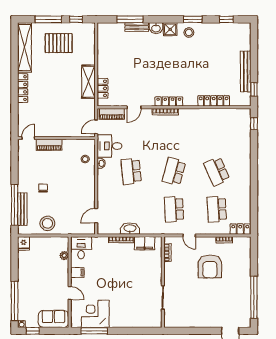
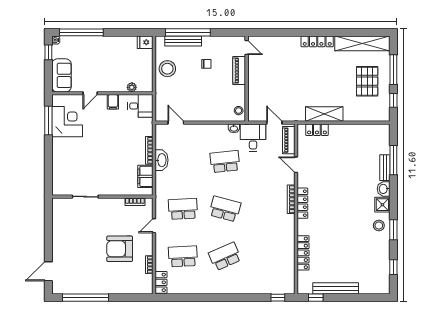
door: (28, 138) -> (247, 47), moved
wall: (56, 138) -> (247, 79), moved
piano: (49, 145) -> (239, 71), moved

